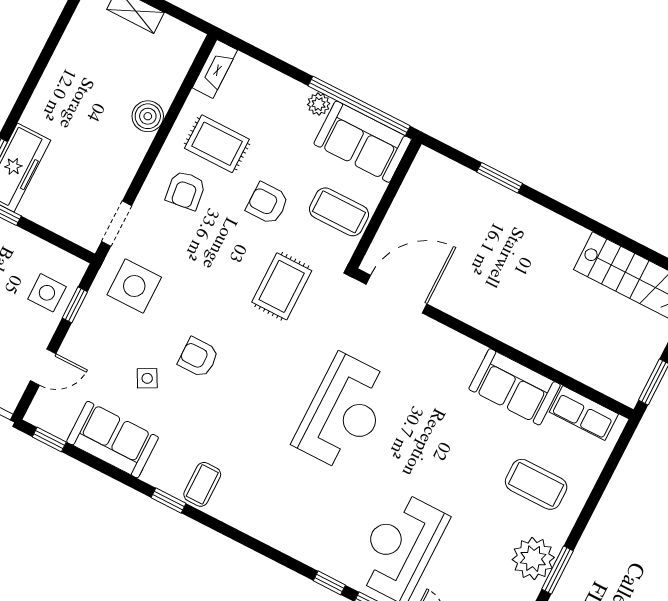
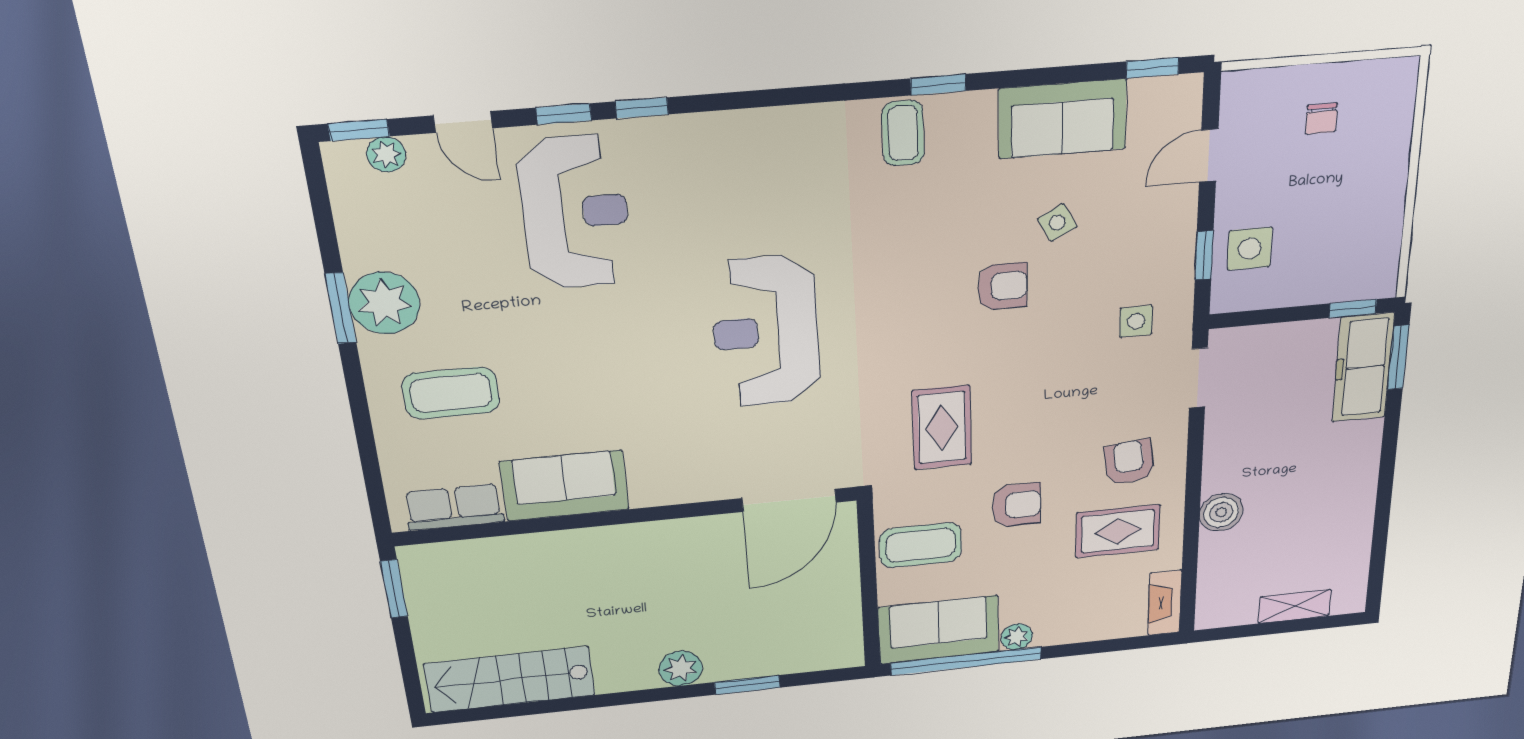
plant: (531, 217) -> (681, 668), added
side table: (134, 286) -> (1136, 321), width x0.54, depth x0.54

